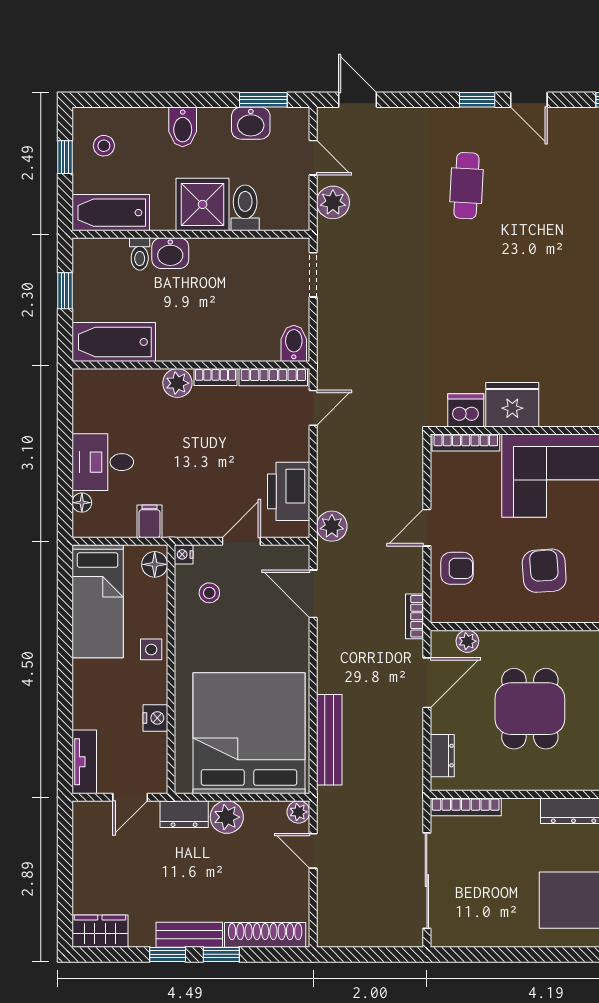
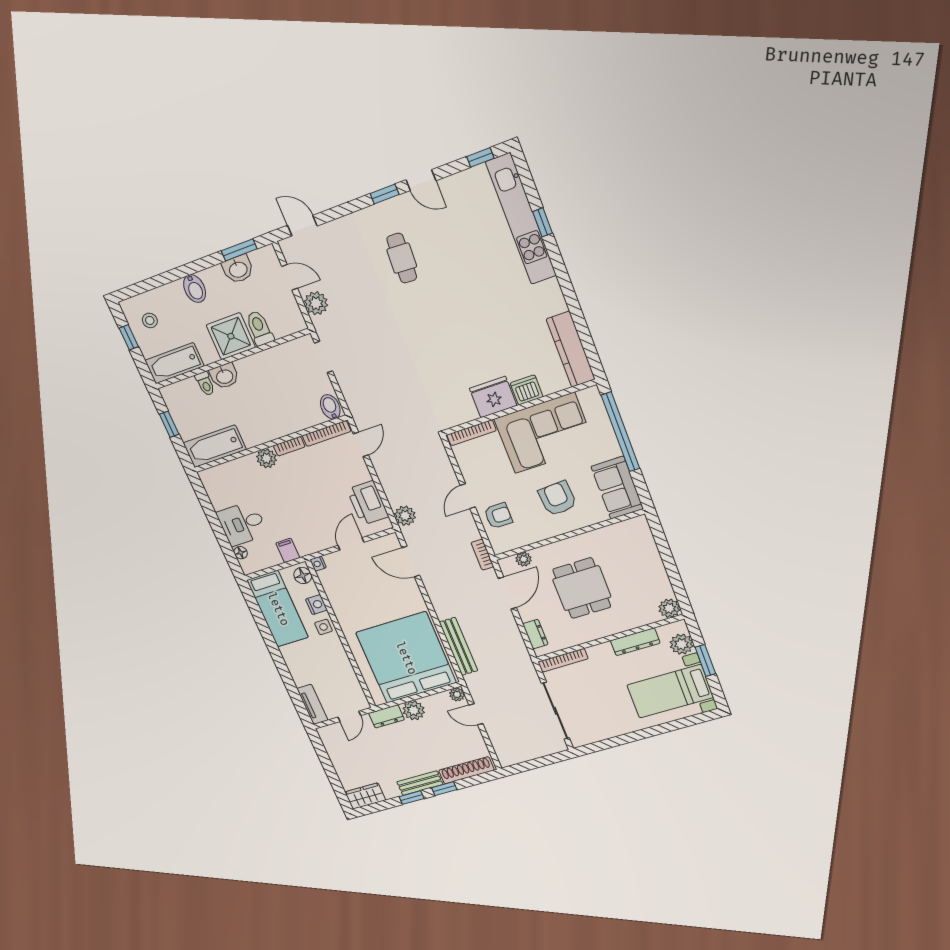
dishwasher: (466, 410) -> (527, 390), moved
stool: (209, 593) -> (345, 582), removed
nightstand: (155, 718) -> (316, 605), moved

